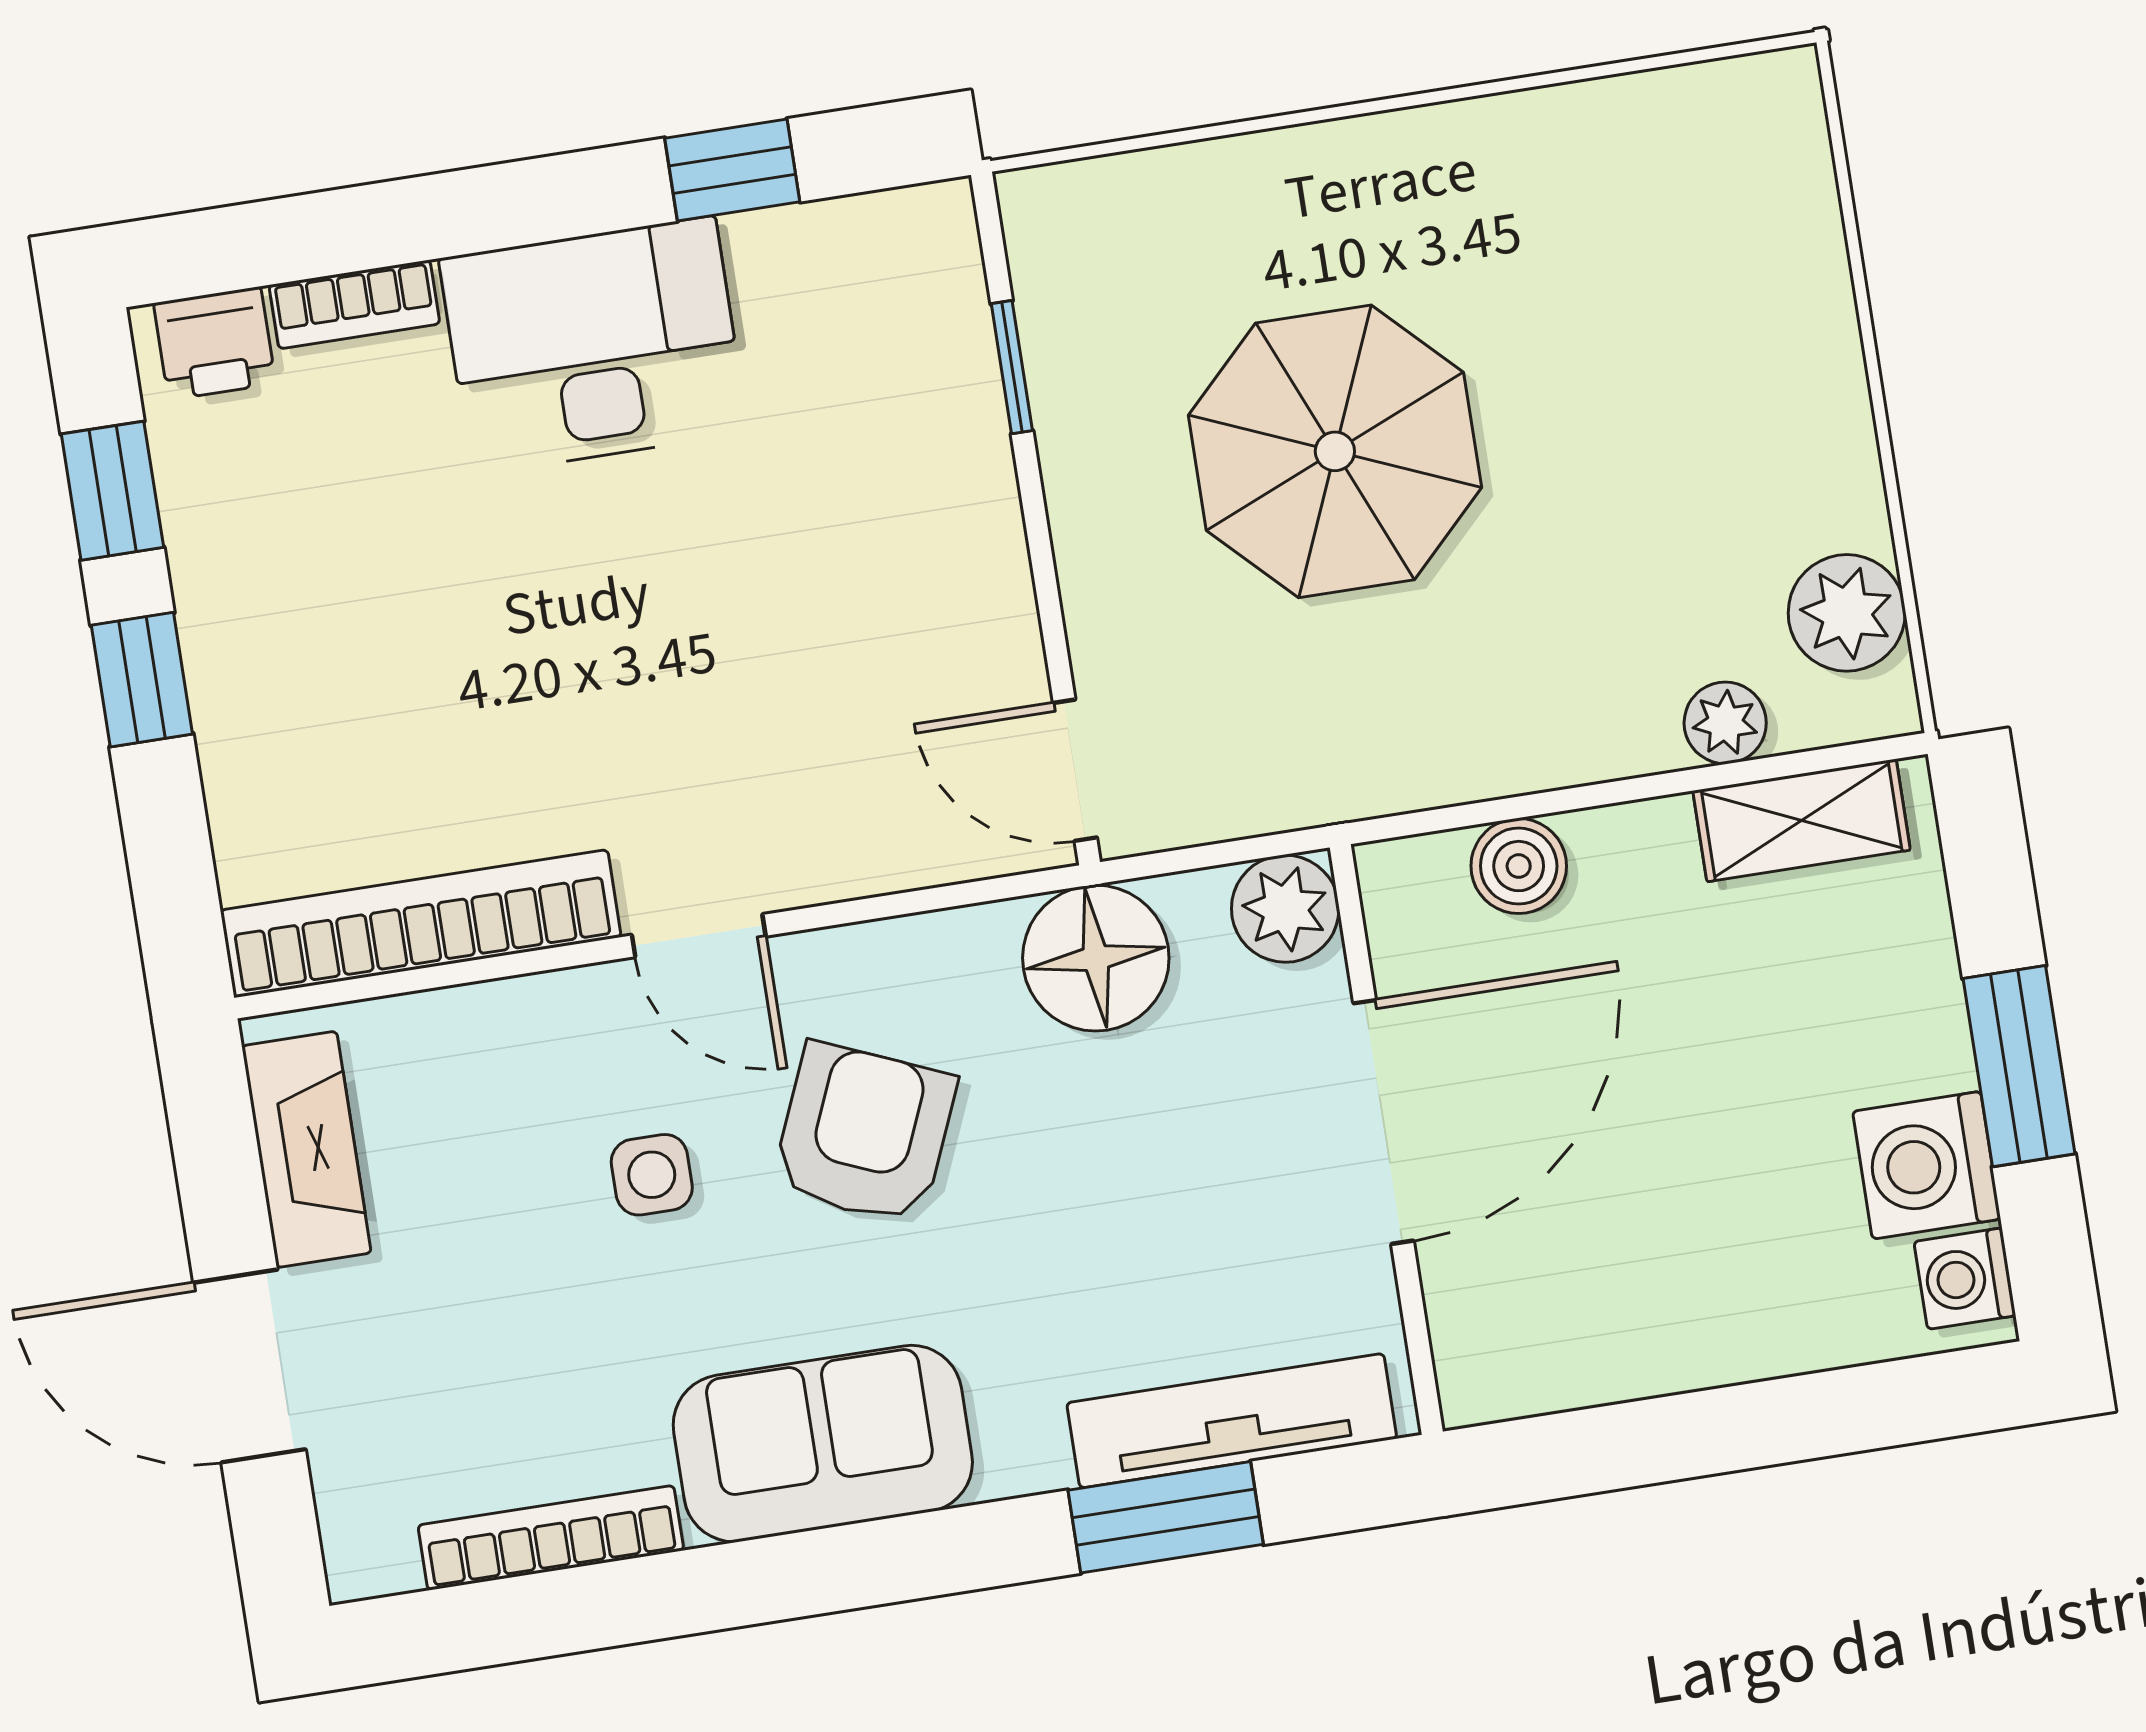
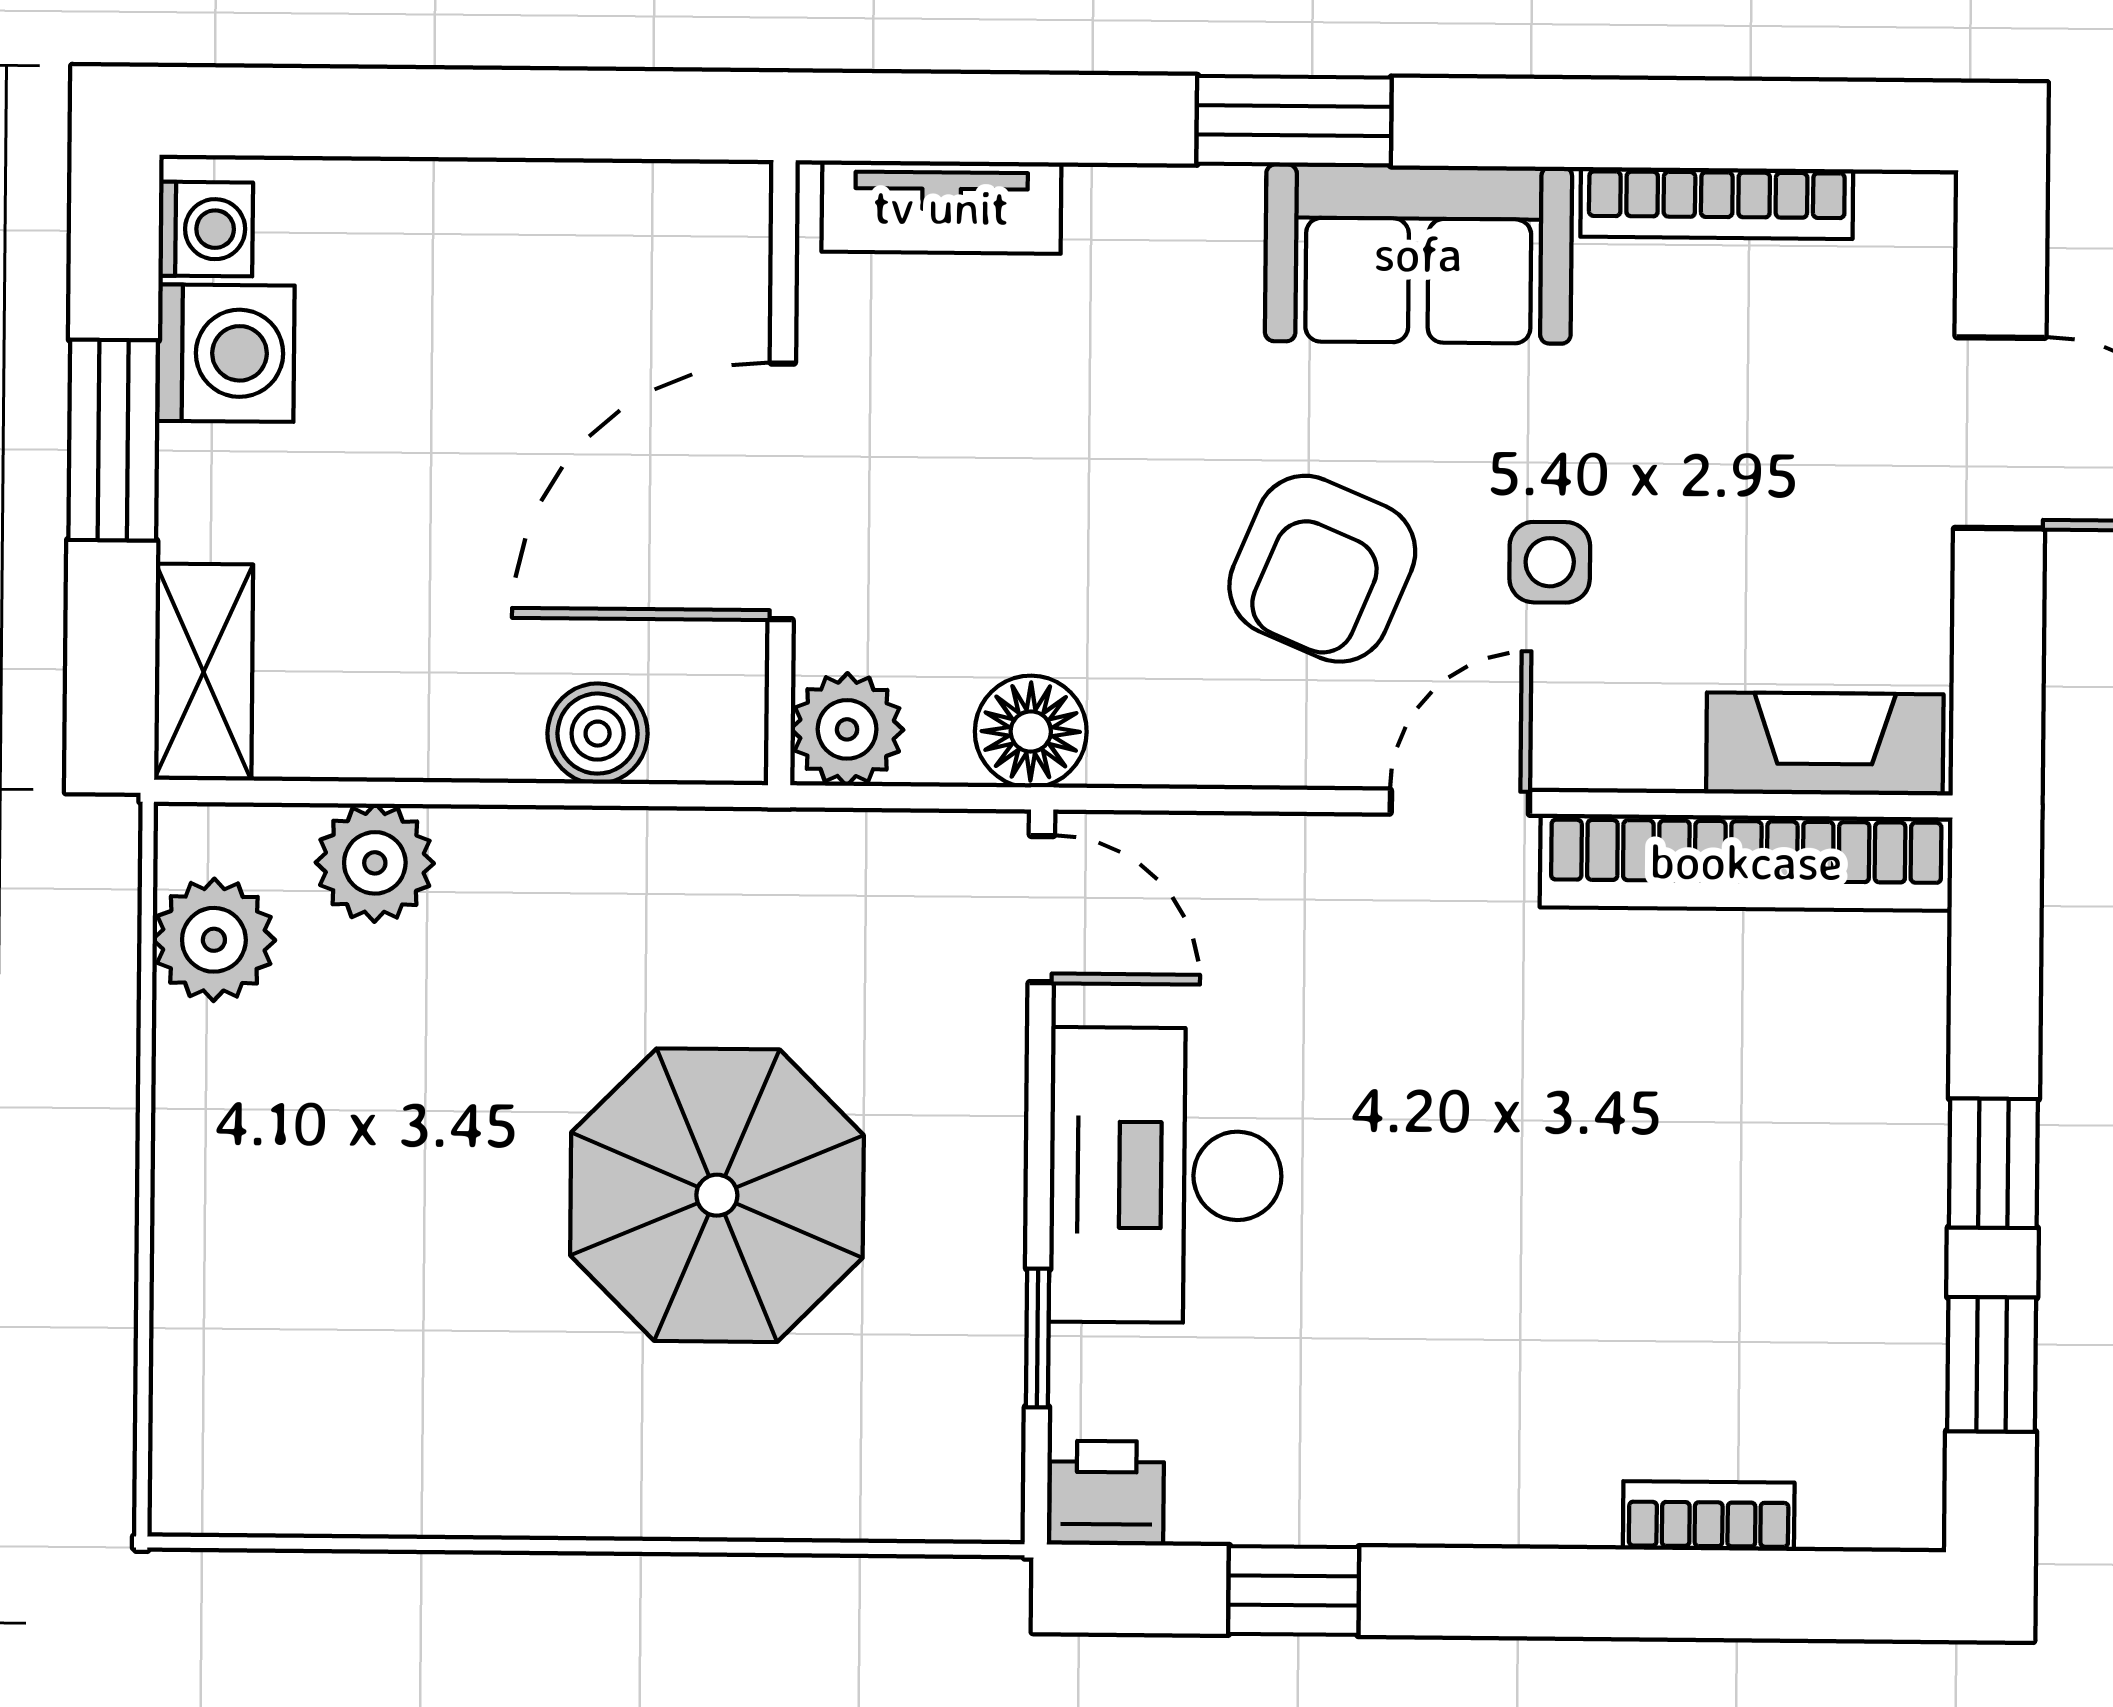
printer: (215, 343) -> (1107, 1493), moved
desk: (594, 345) -> (1166, 1175), moved, turned 90
plant: (1725, 723) -> (375, 863), width x1.38, depth x1.38
shelving: (1802, 820) -> (204, 672), moved, turned 90
door: (699, 936) -> (1460, 802), hinge flipped
floor lamp: (1096, 958) -> (1031, 732), width x0.73, depth x0.73
fireplace: (306, 1149) -> (1825, 744), moved, turned 90
tv unit: (1232, 1421) -> (941, 207), width x0.71
window: (1166, 1517) -> (1294, 121), moved

